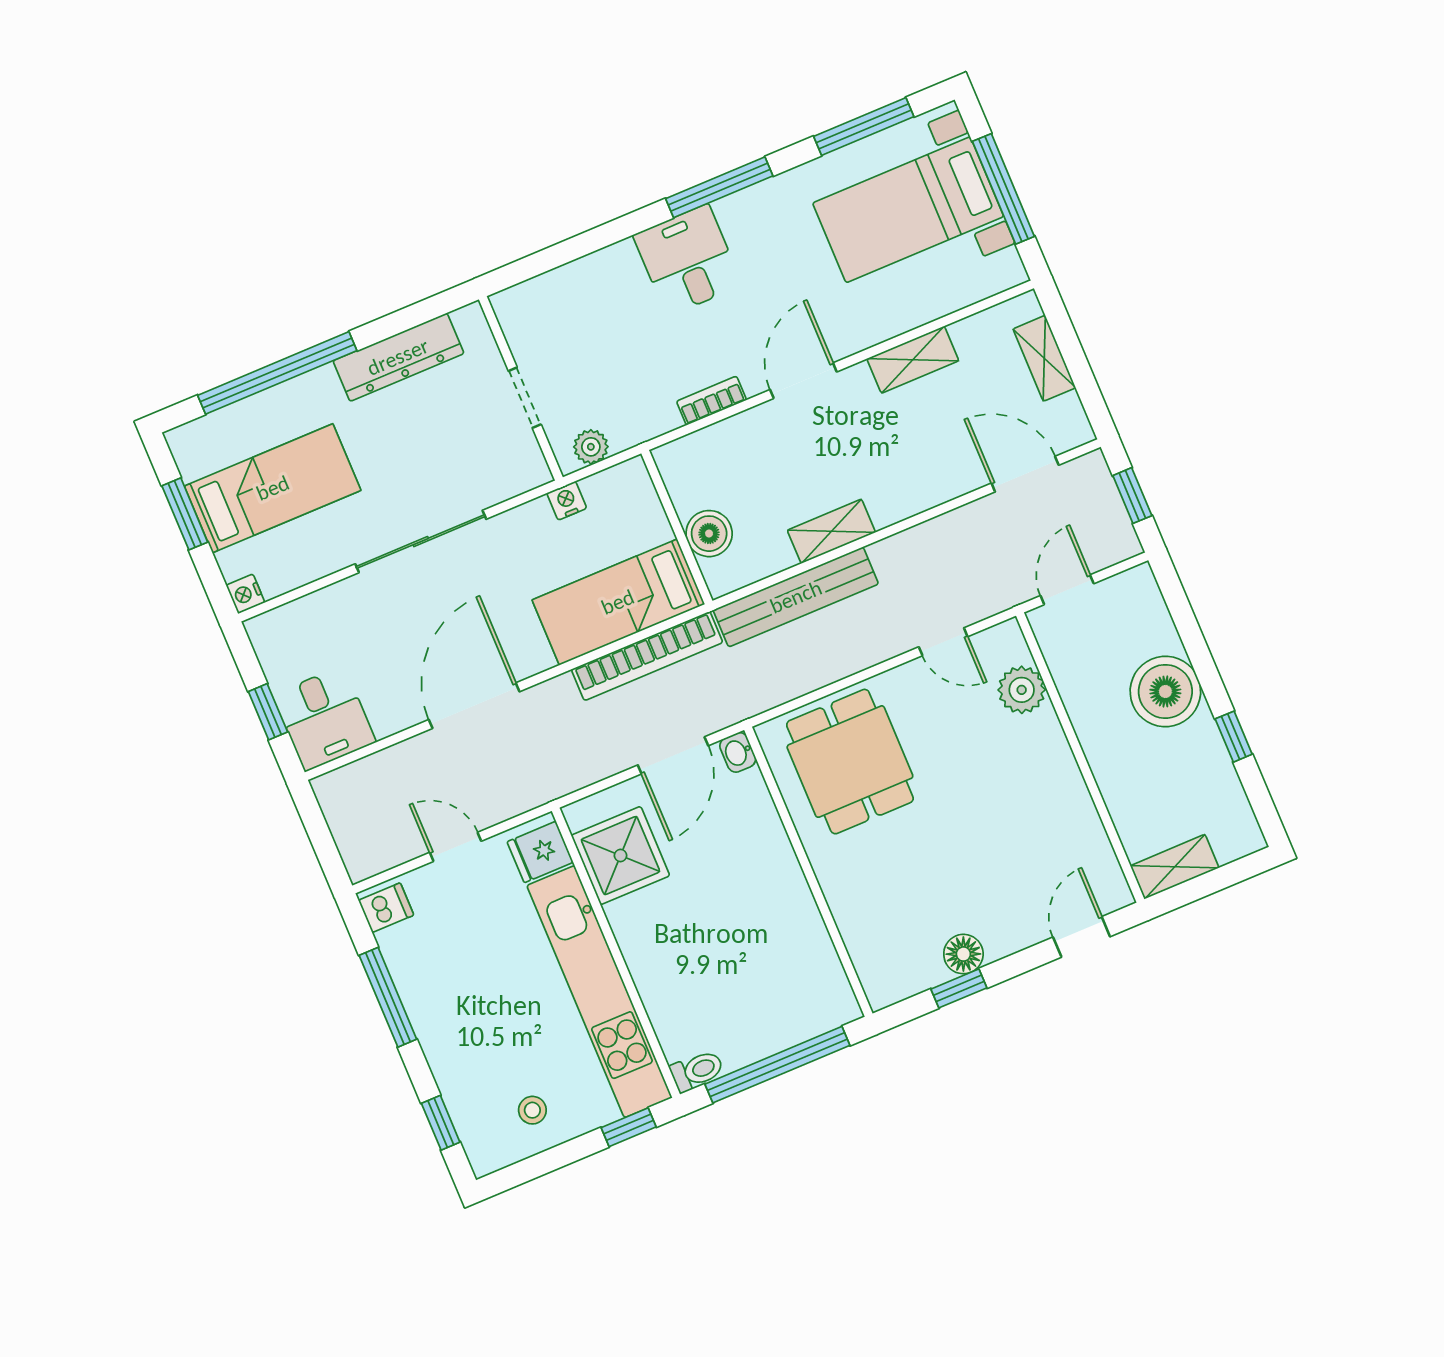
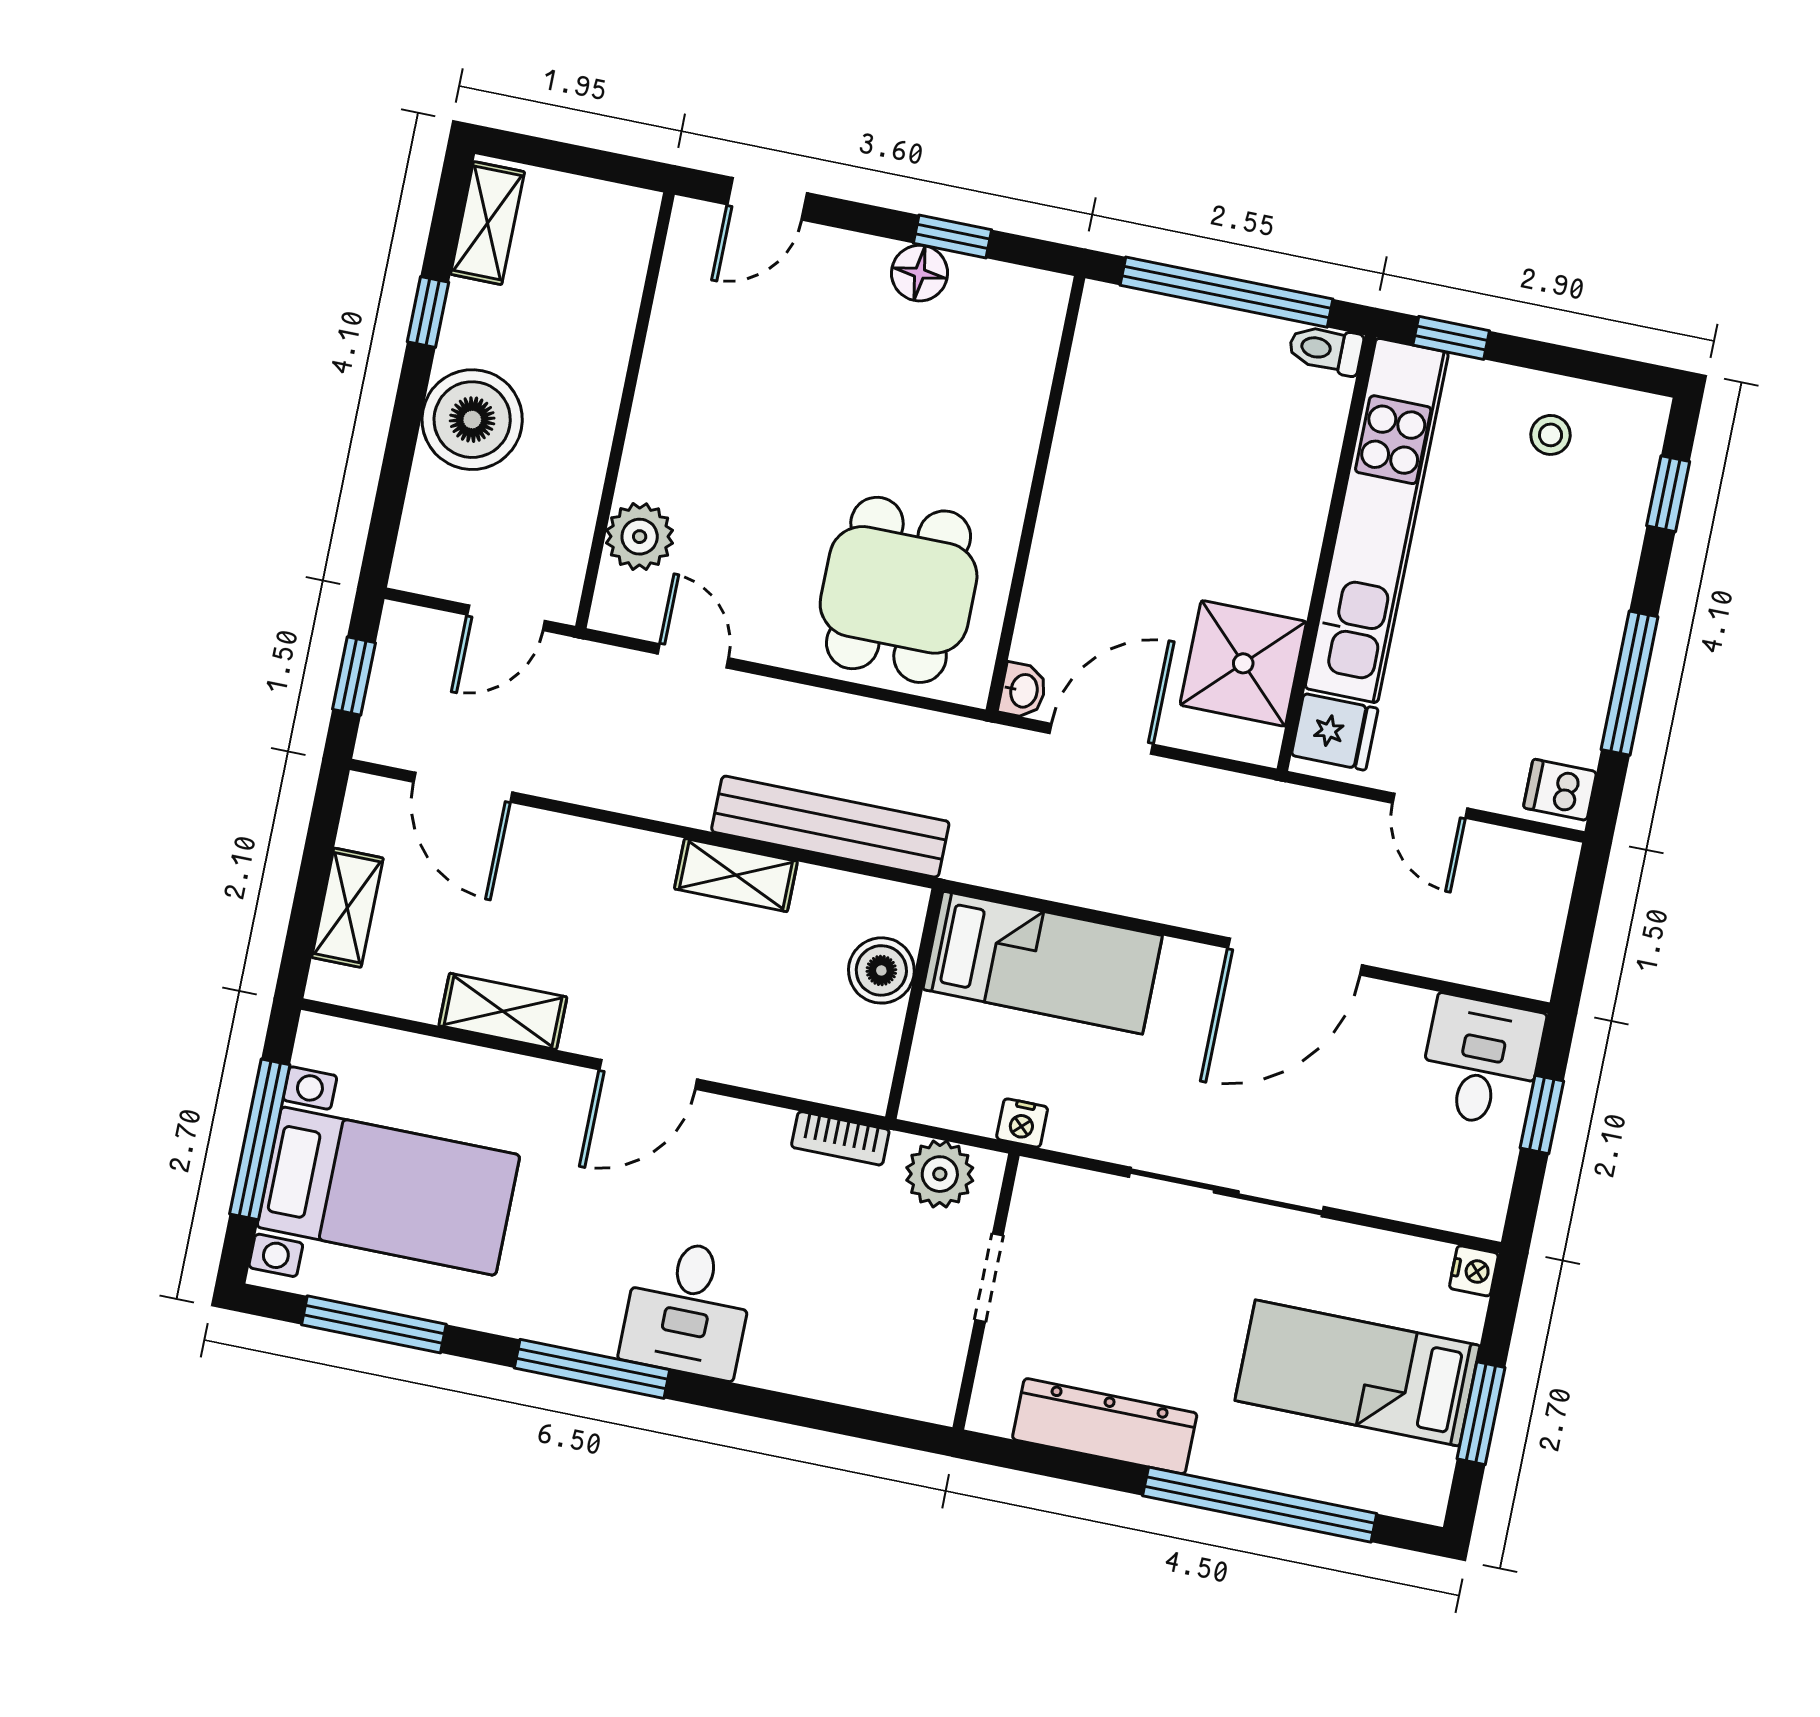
bookcase: (711, 401) -> (840, 1138), moved
plant: (591, 447) -> (940, 1174), width x1.38, depth x1.38
bookcase: (647, 656) -> (1052, 876), removed
shelving: (1175, 867) -> (488, 223), moved, turned 90

